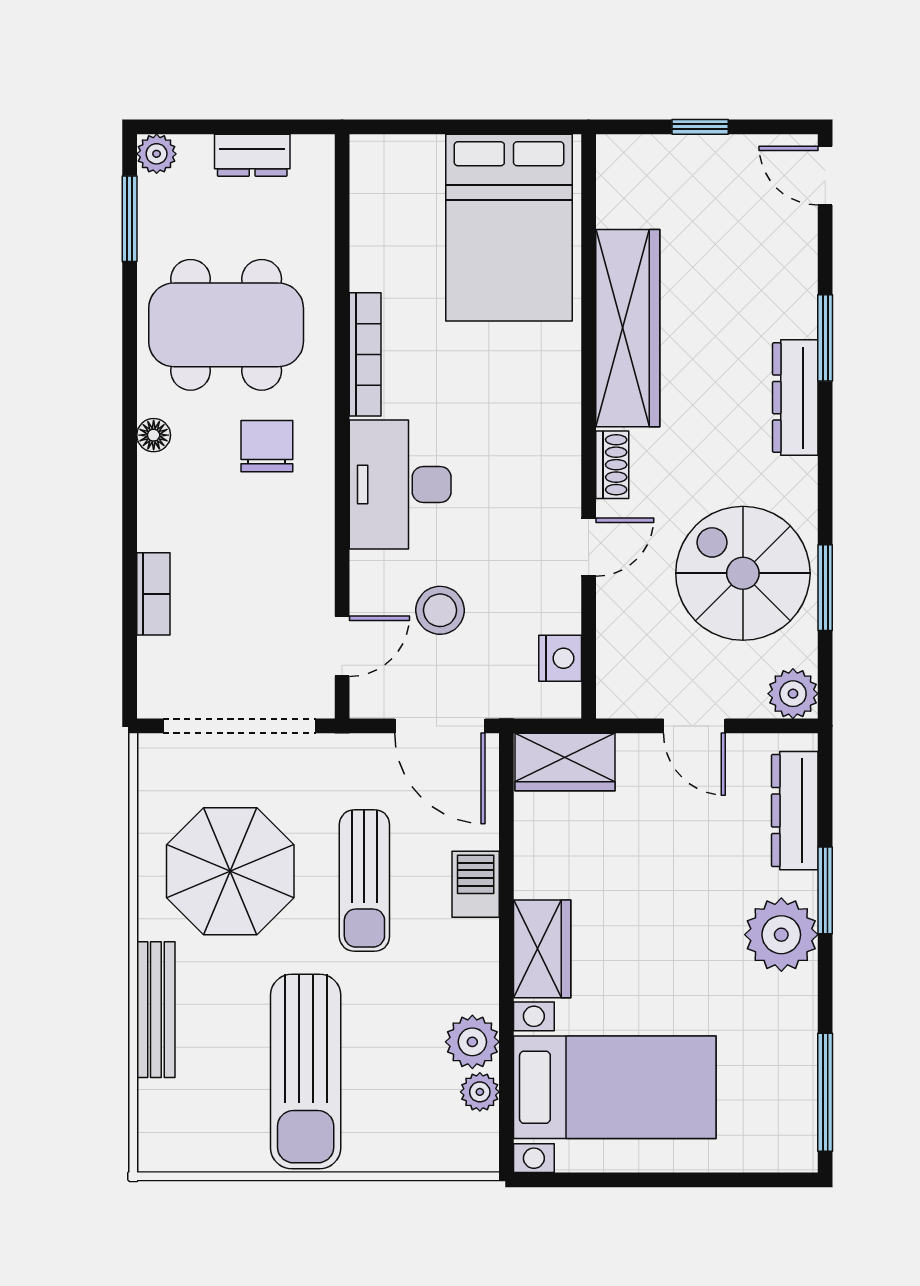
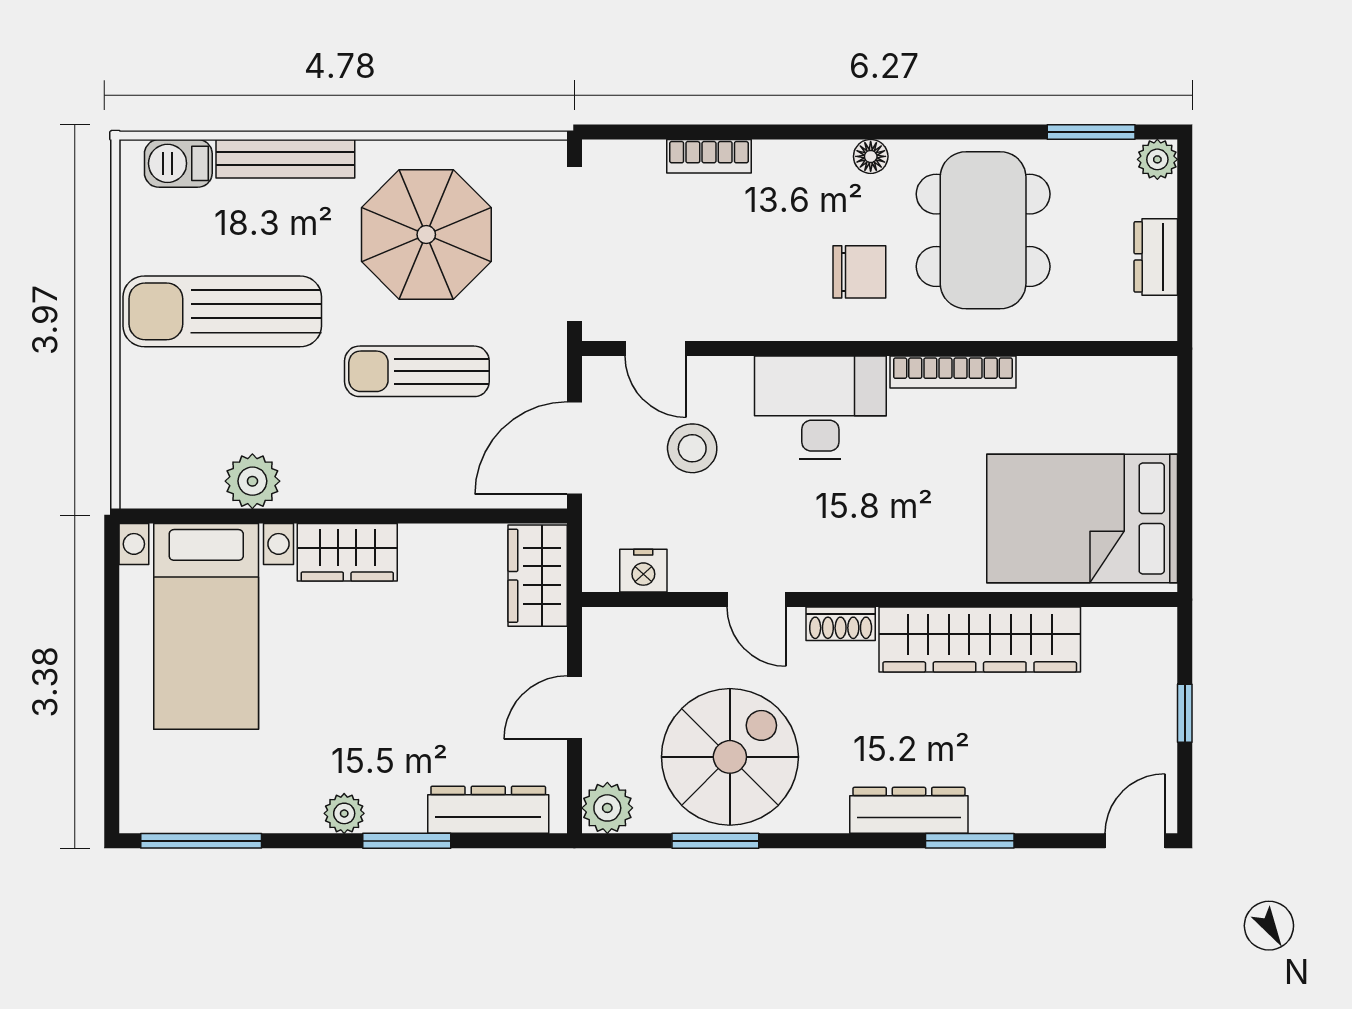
barbecue: (476, 884) -> (178, 163), moved, turned 180
plant: (781, 935) -> (344, 813), width x0.53, depth x0.53
plant: (480, 1092) -> (201, 489), removed

